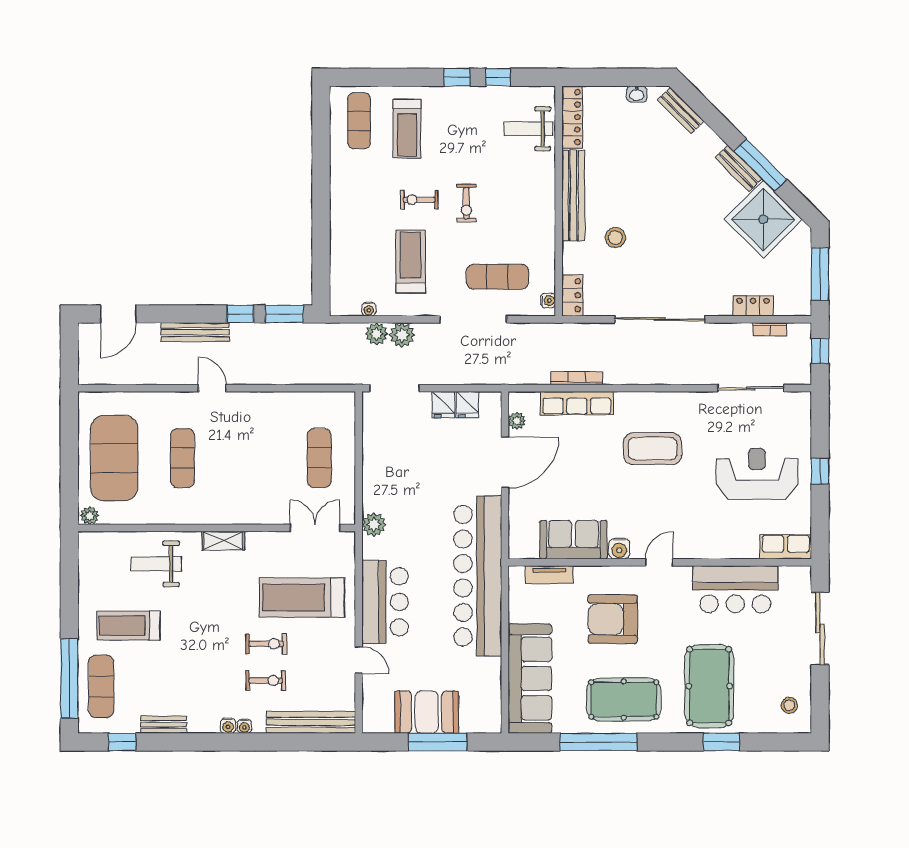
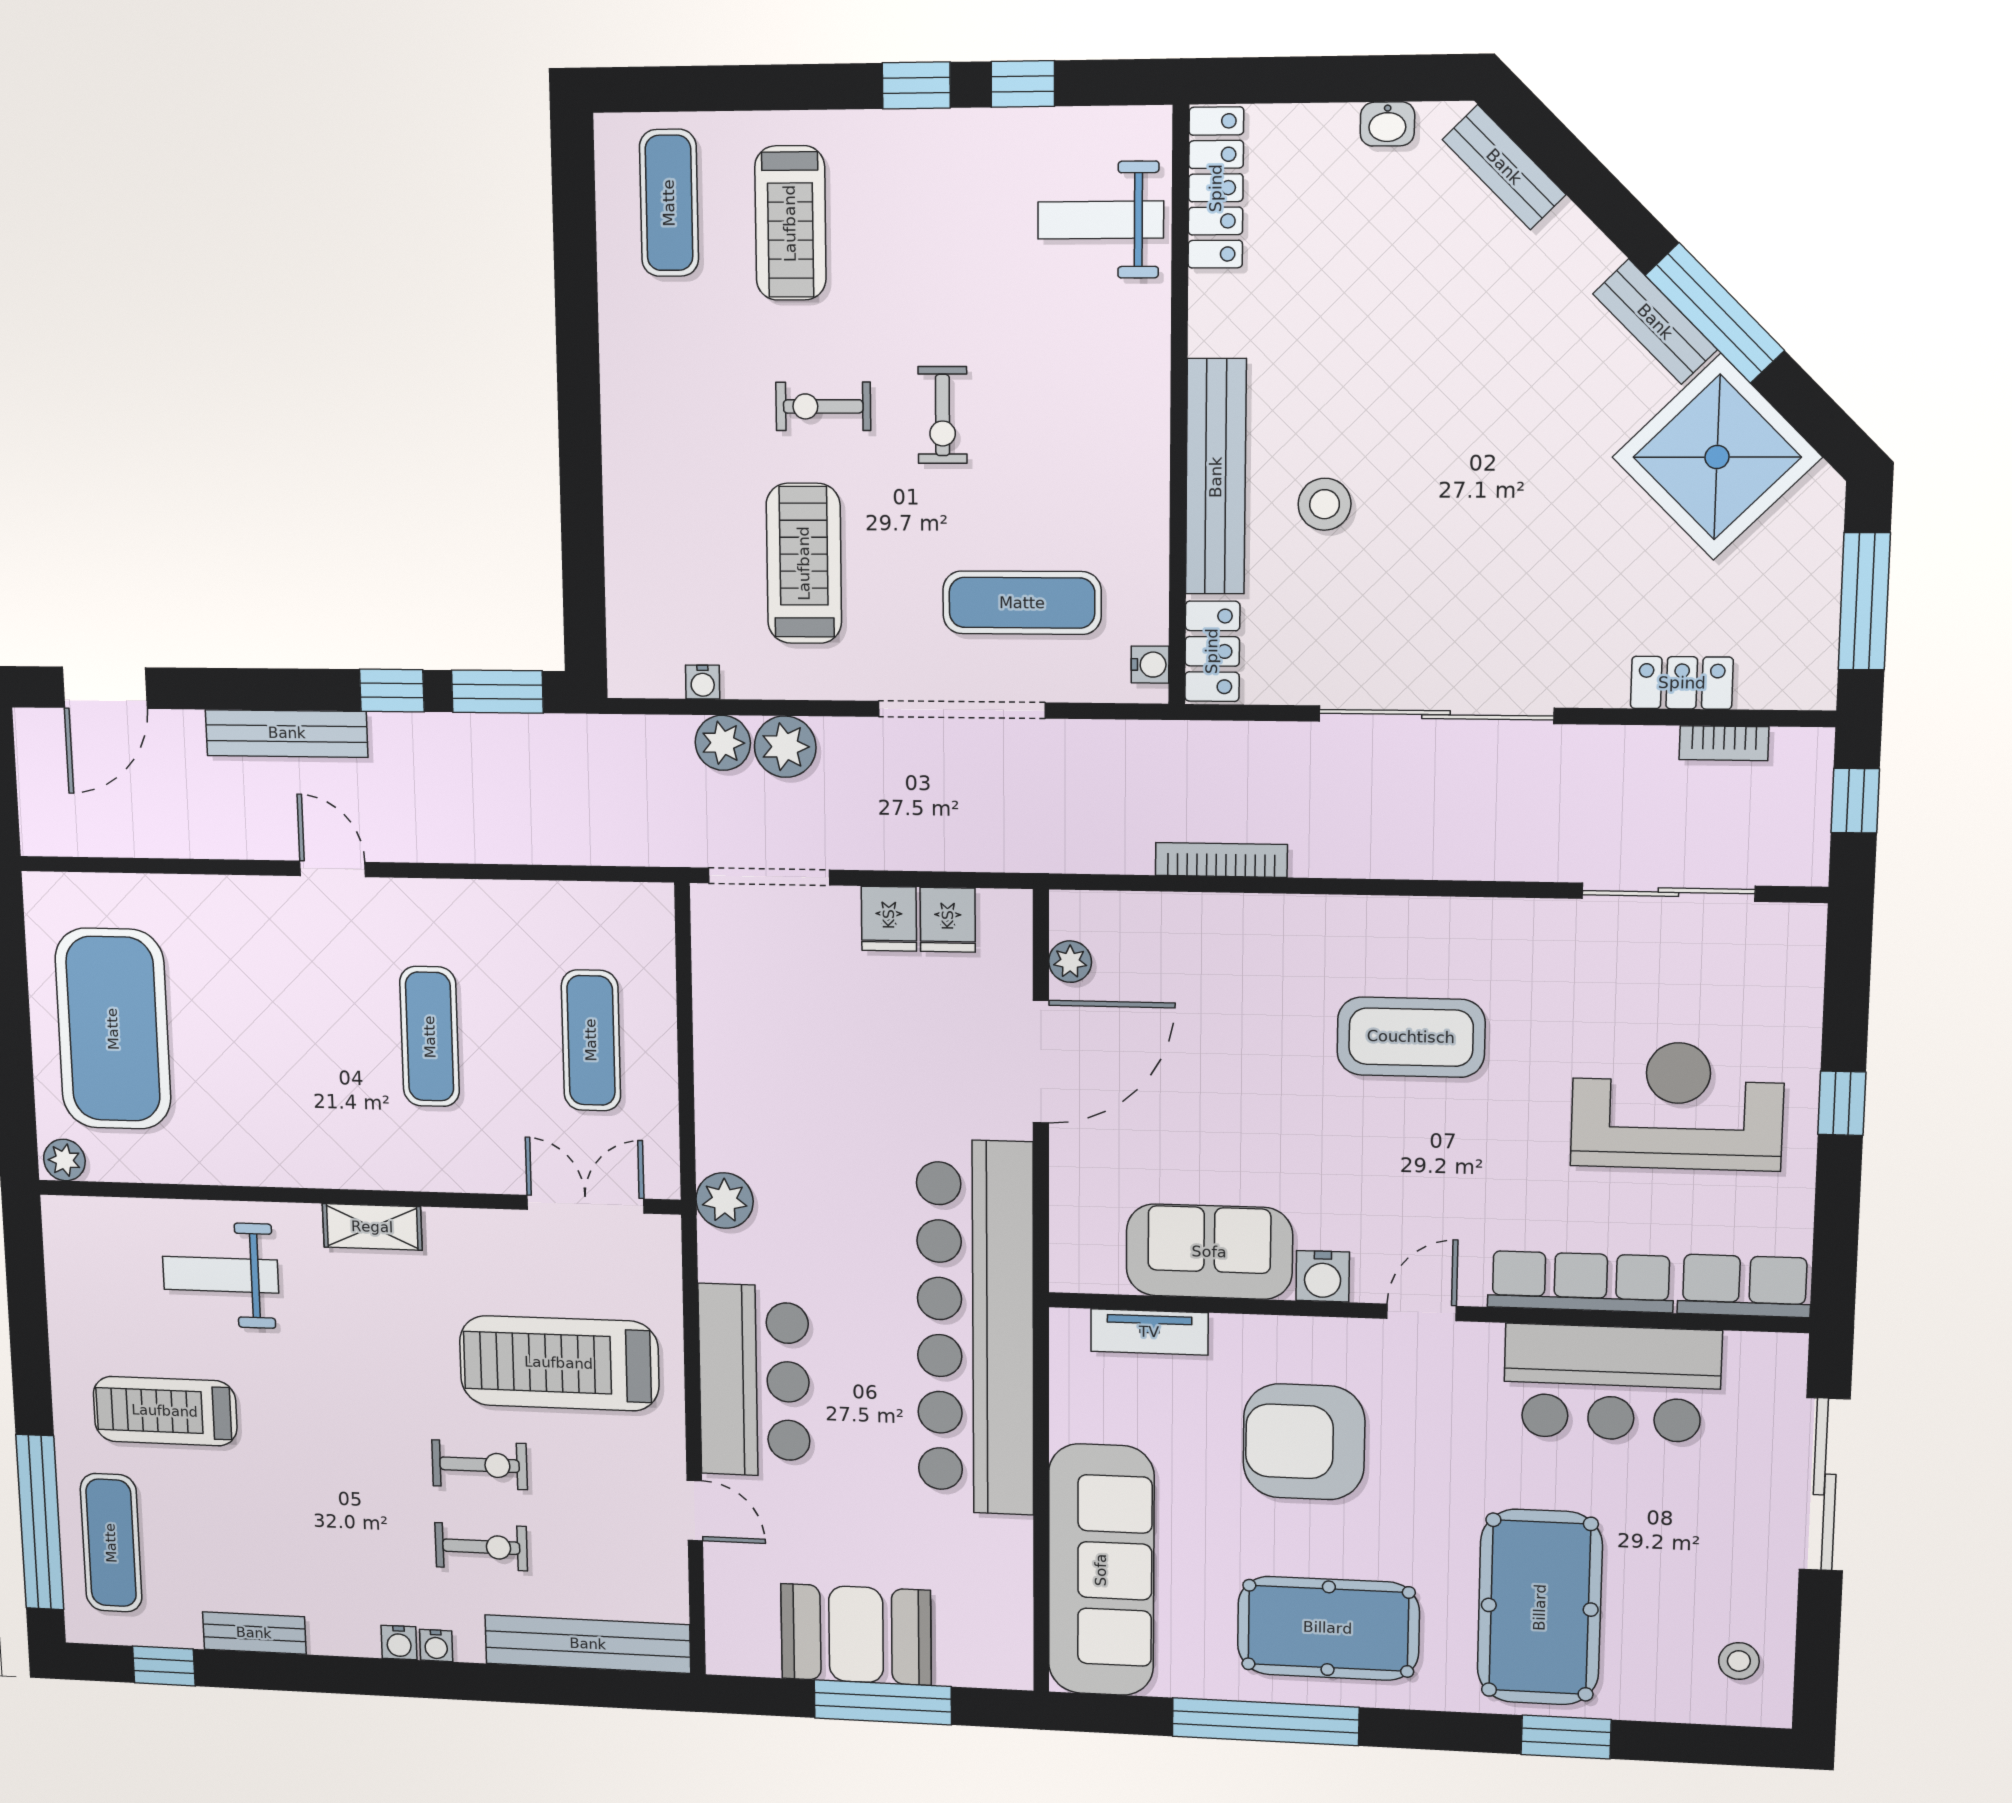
bench: (573, 195) -> (1216, 477), moved
row of seats: (577, 403) -> (1581, 1282), moved, turned 180
exercise mat: (183, 458) -> (430, 1037), moved

